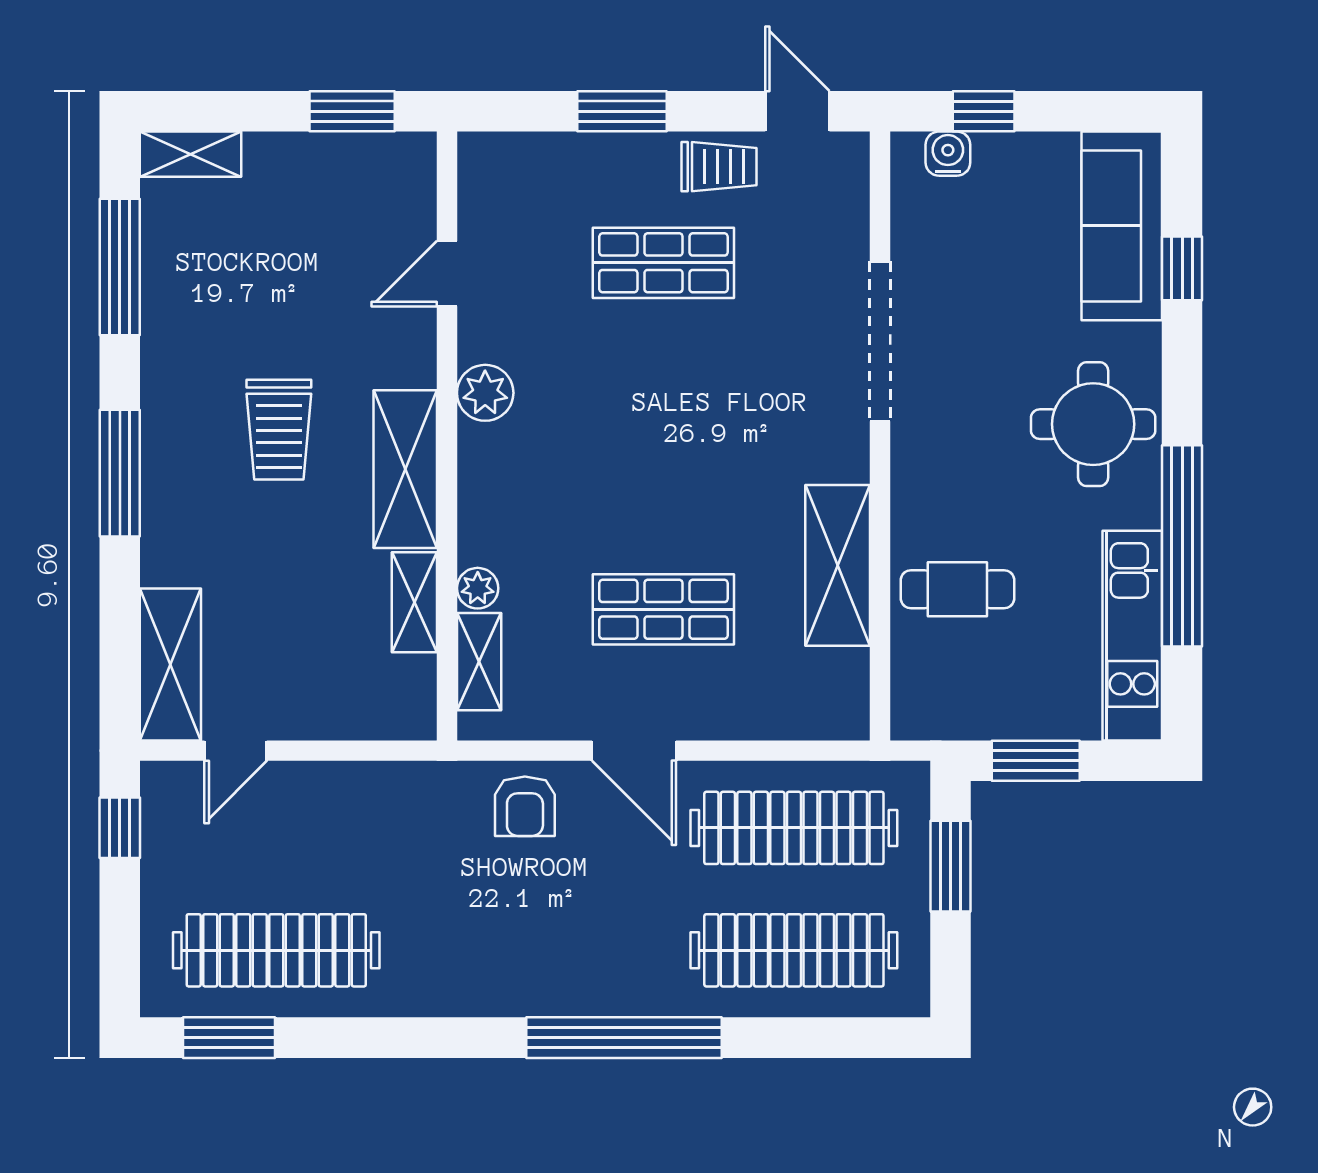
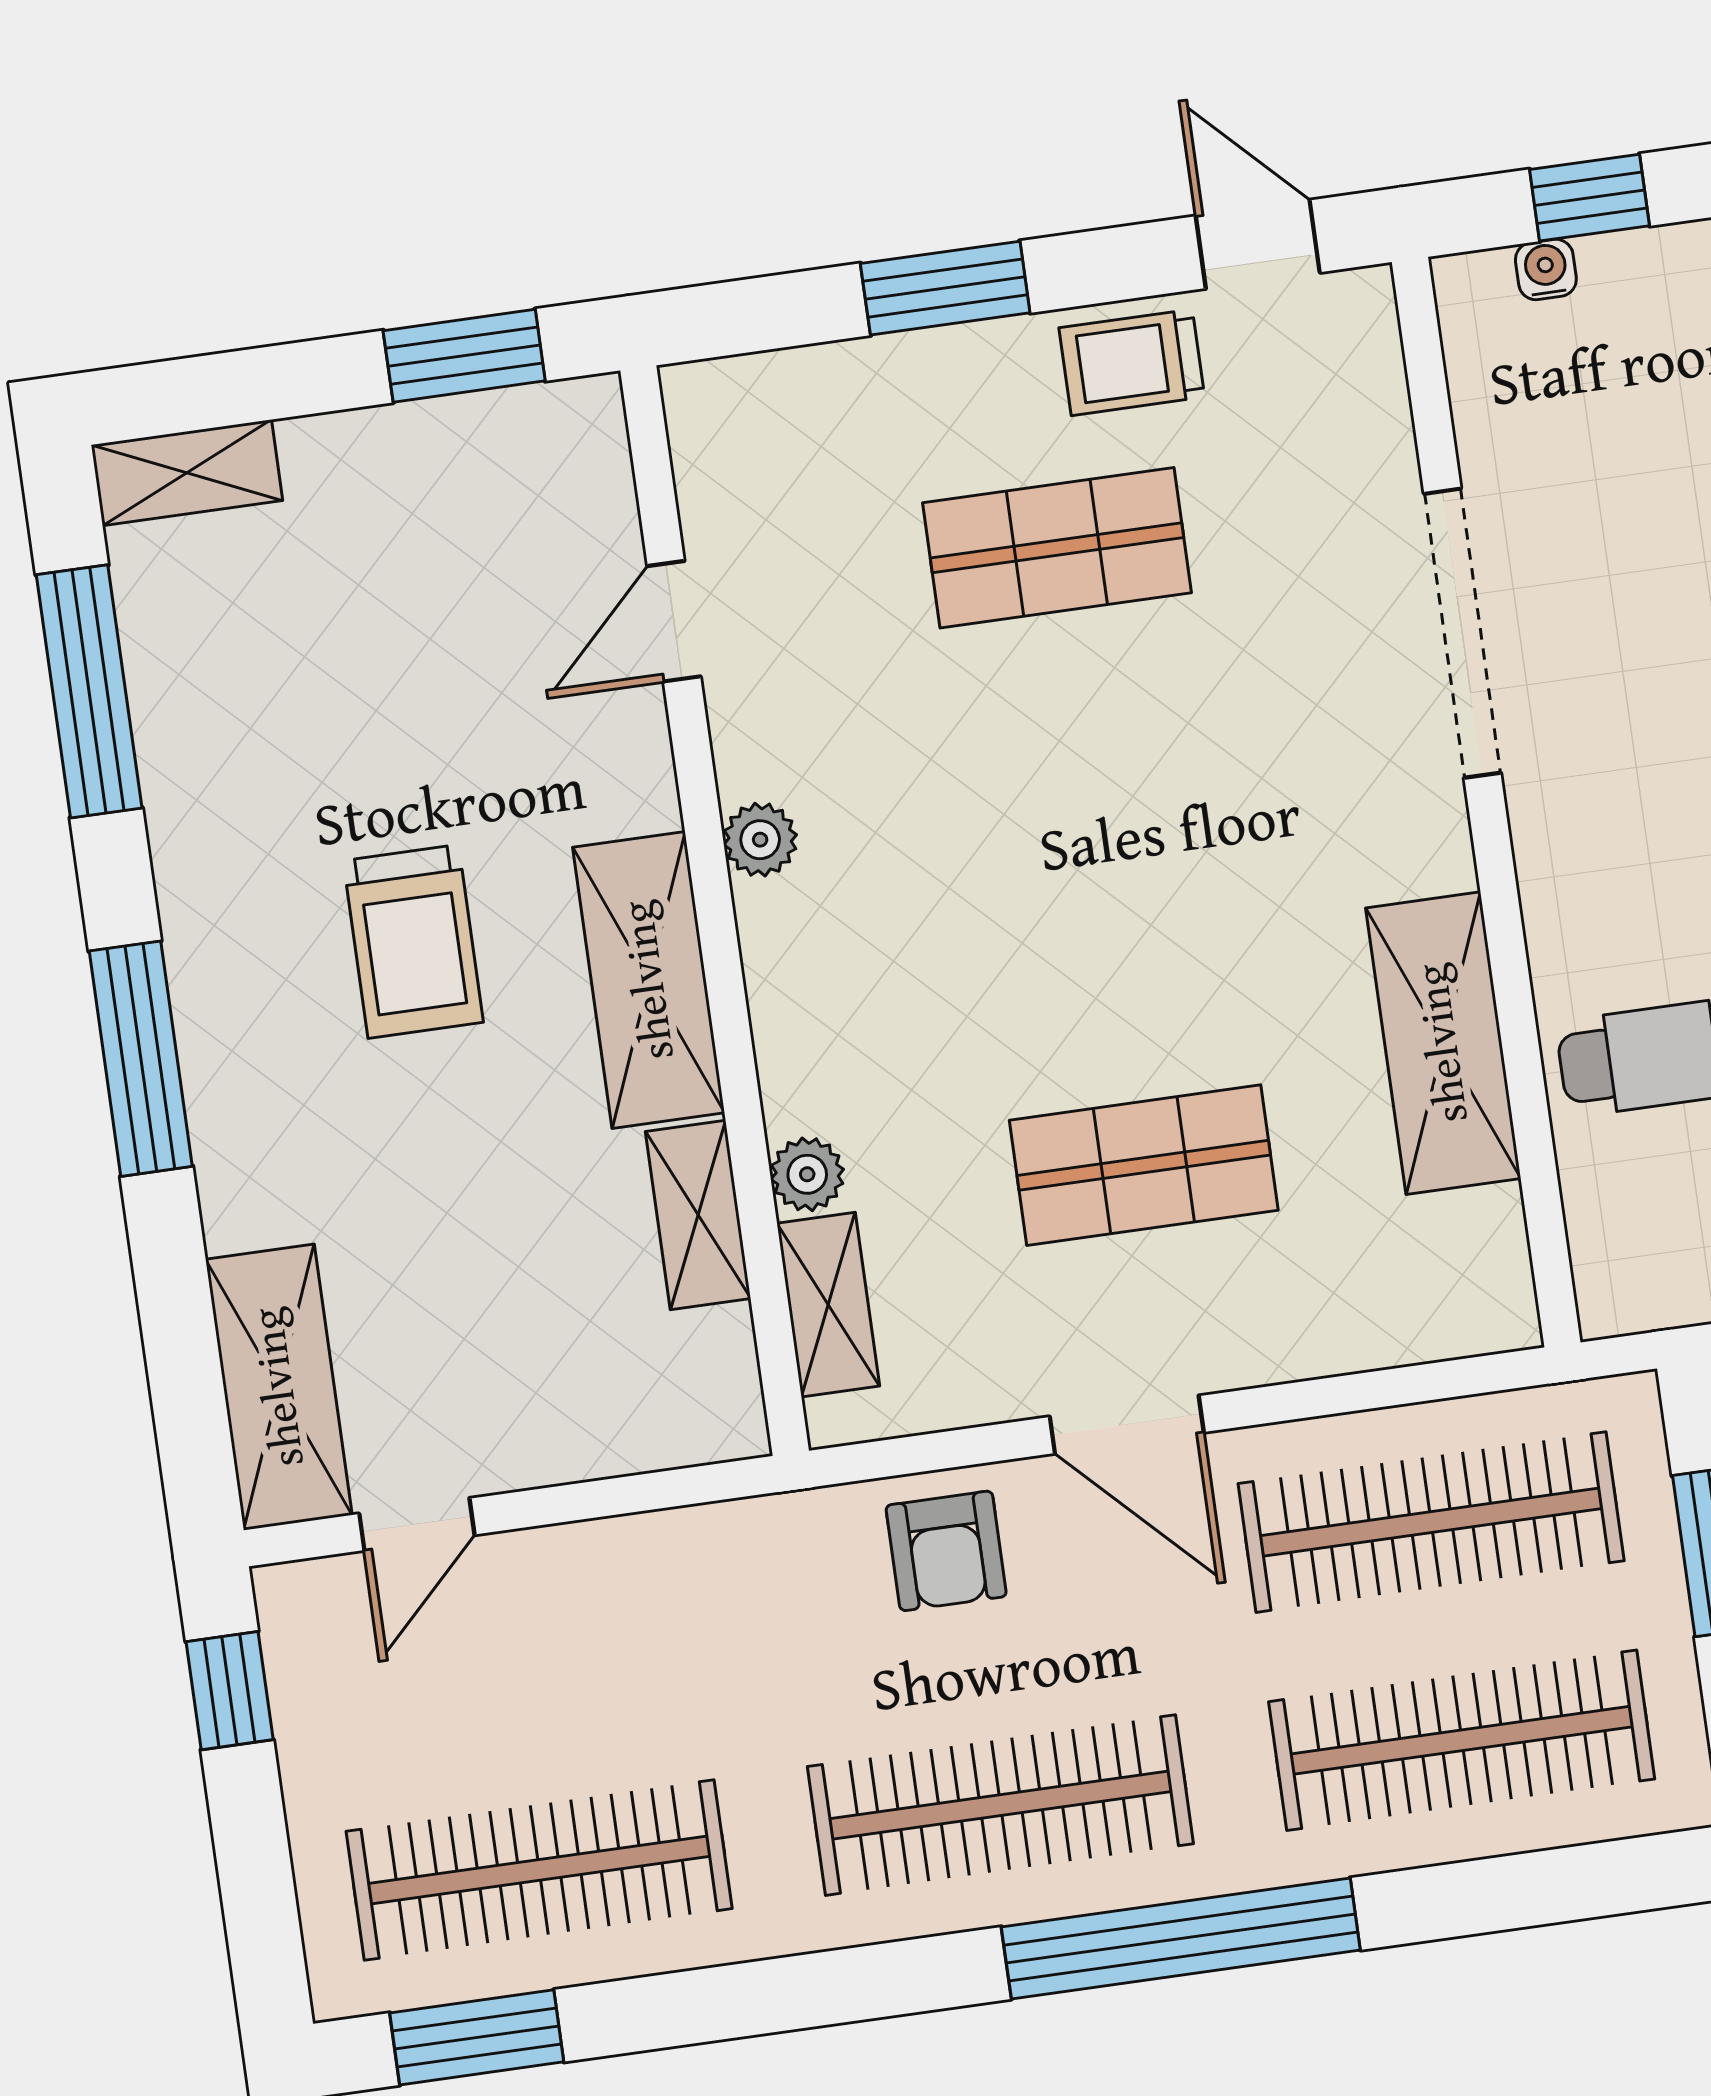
water cooler: (948, 154) -> (1546, 269), width x0.72, depth x0.72
trolley: (719, 167) -> (1132, 362), turned 180
plant: (485, 393) -> (760, 840), width x0.73, depth x0.73
clothes rail: (535, 950) -> (1000, 1805), added

